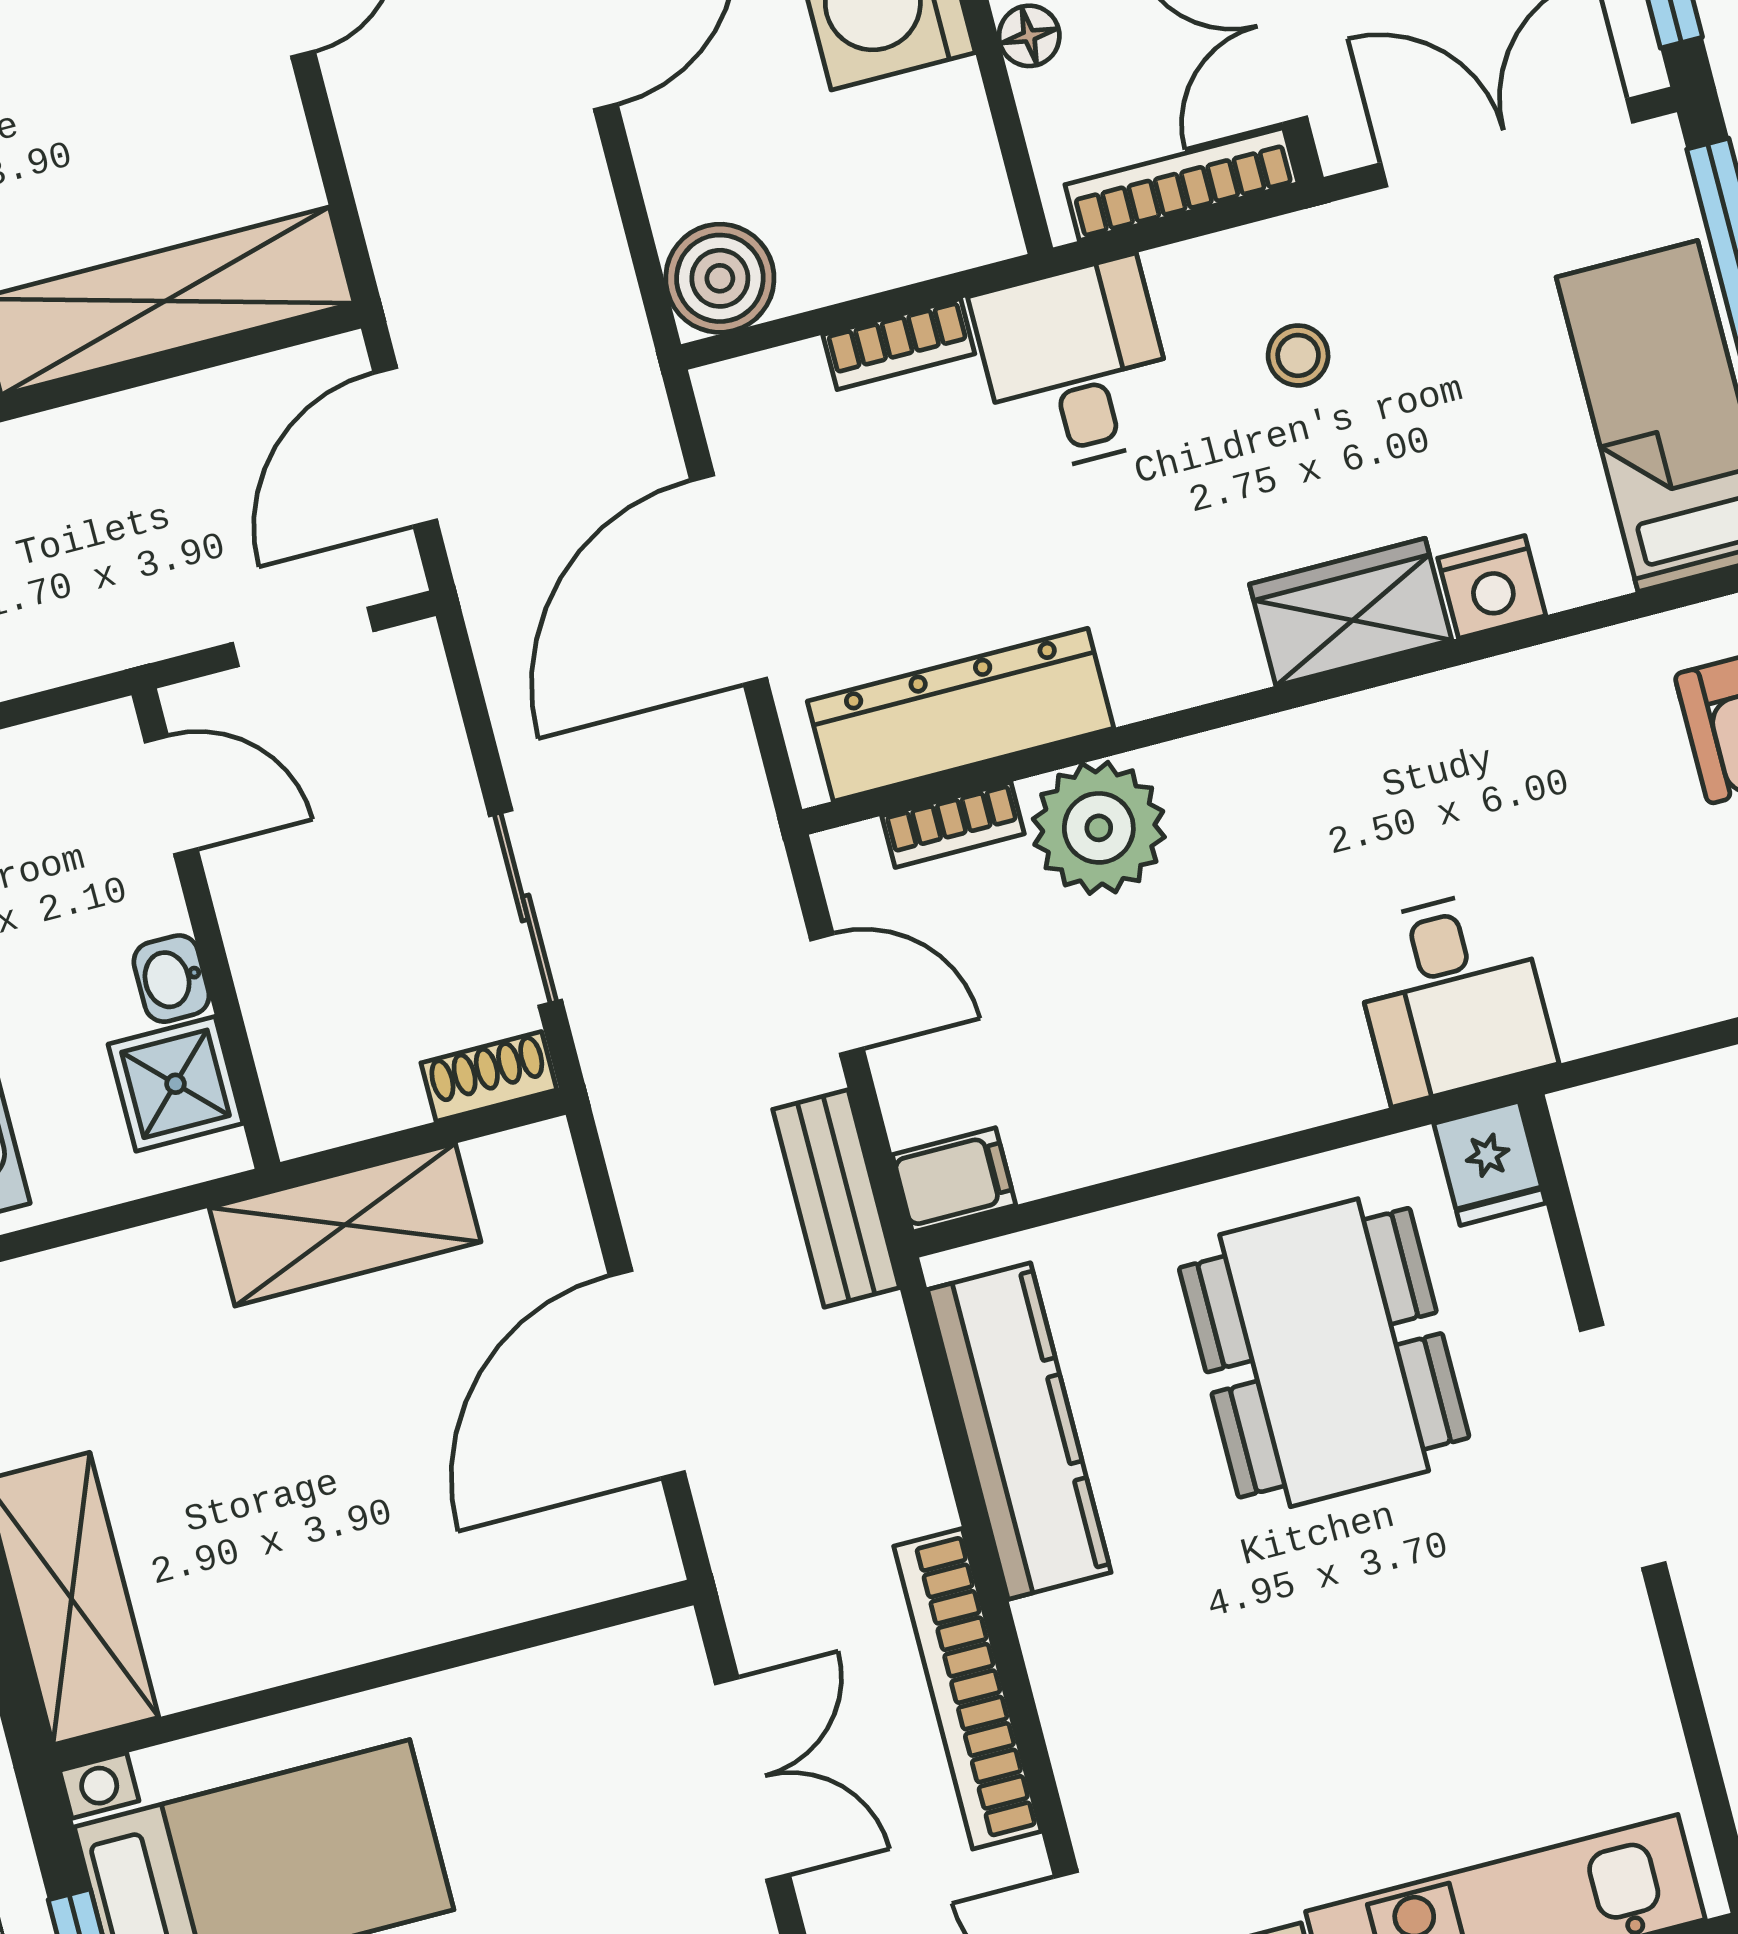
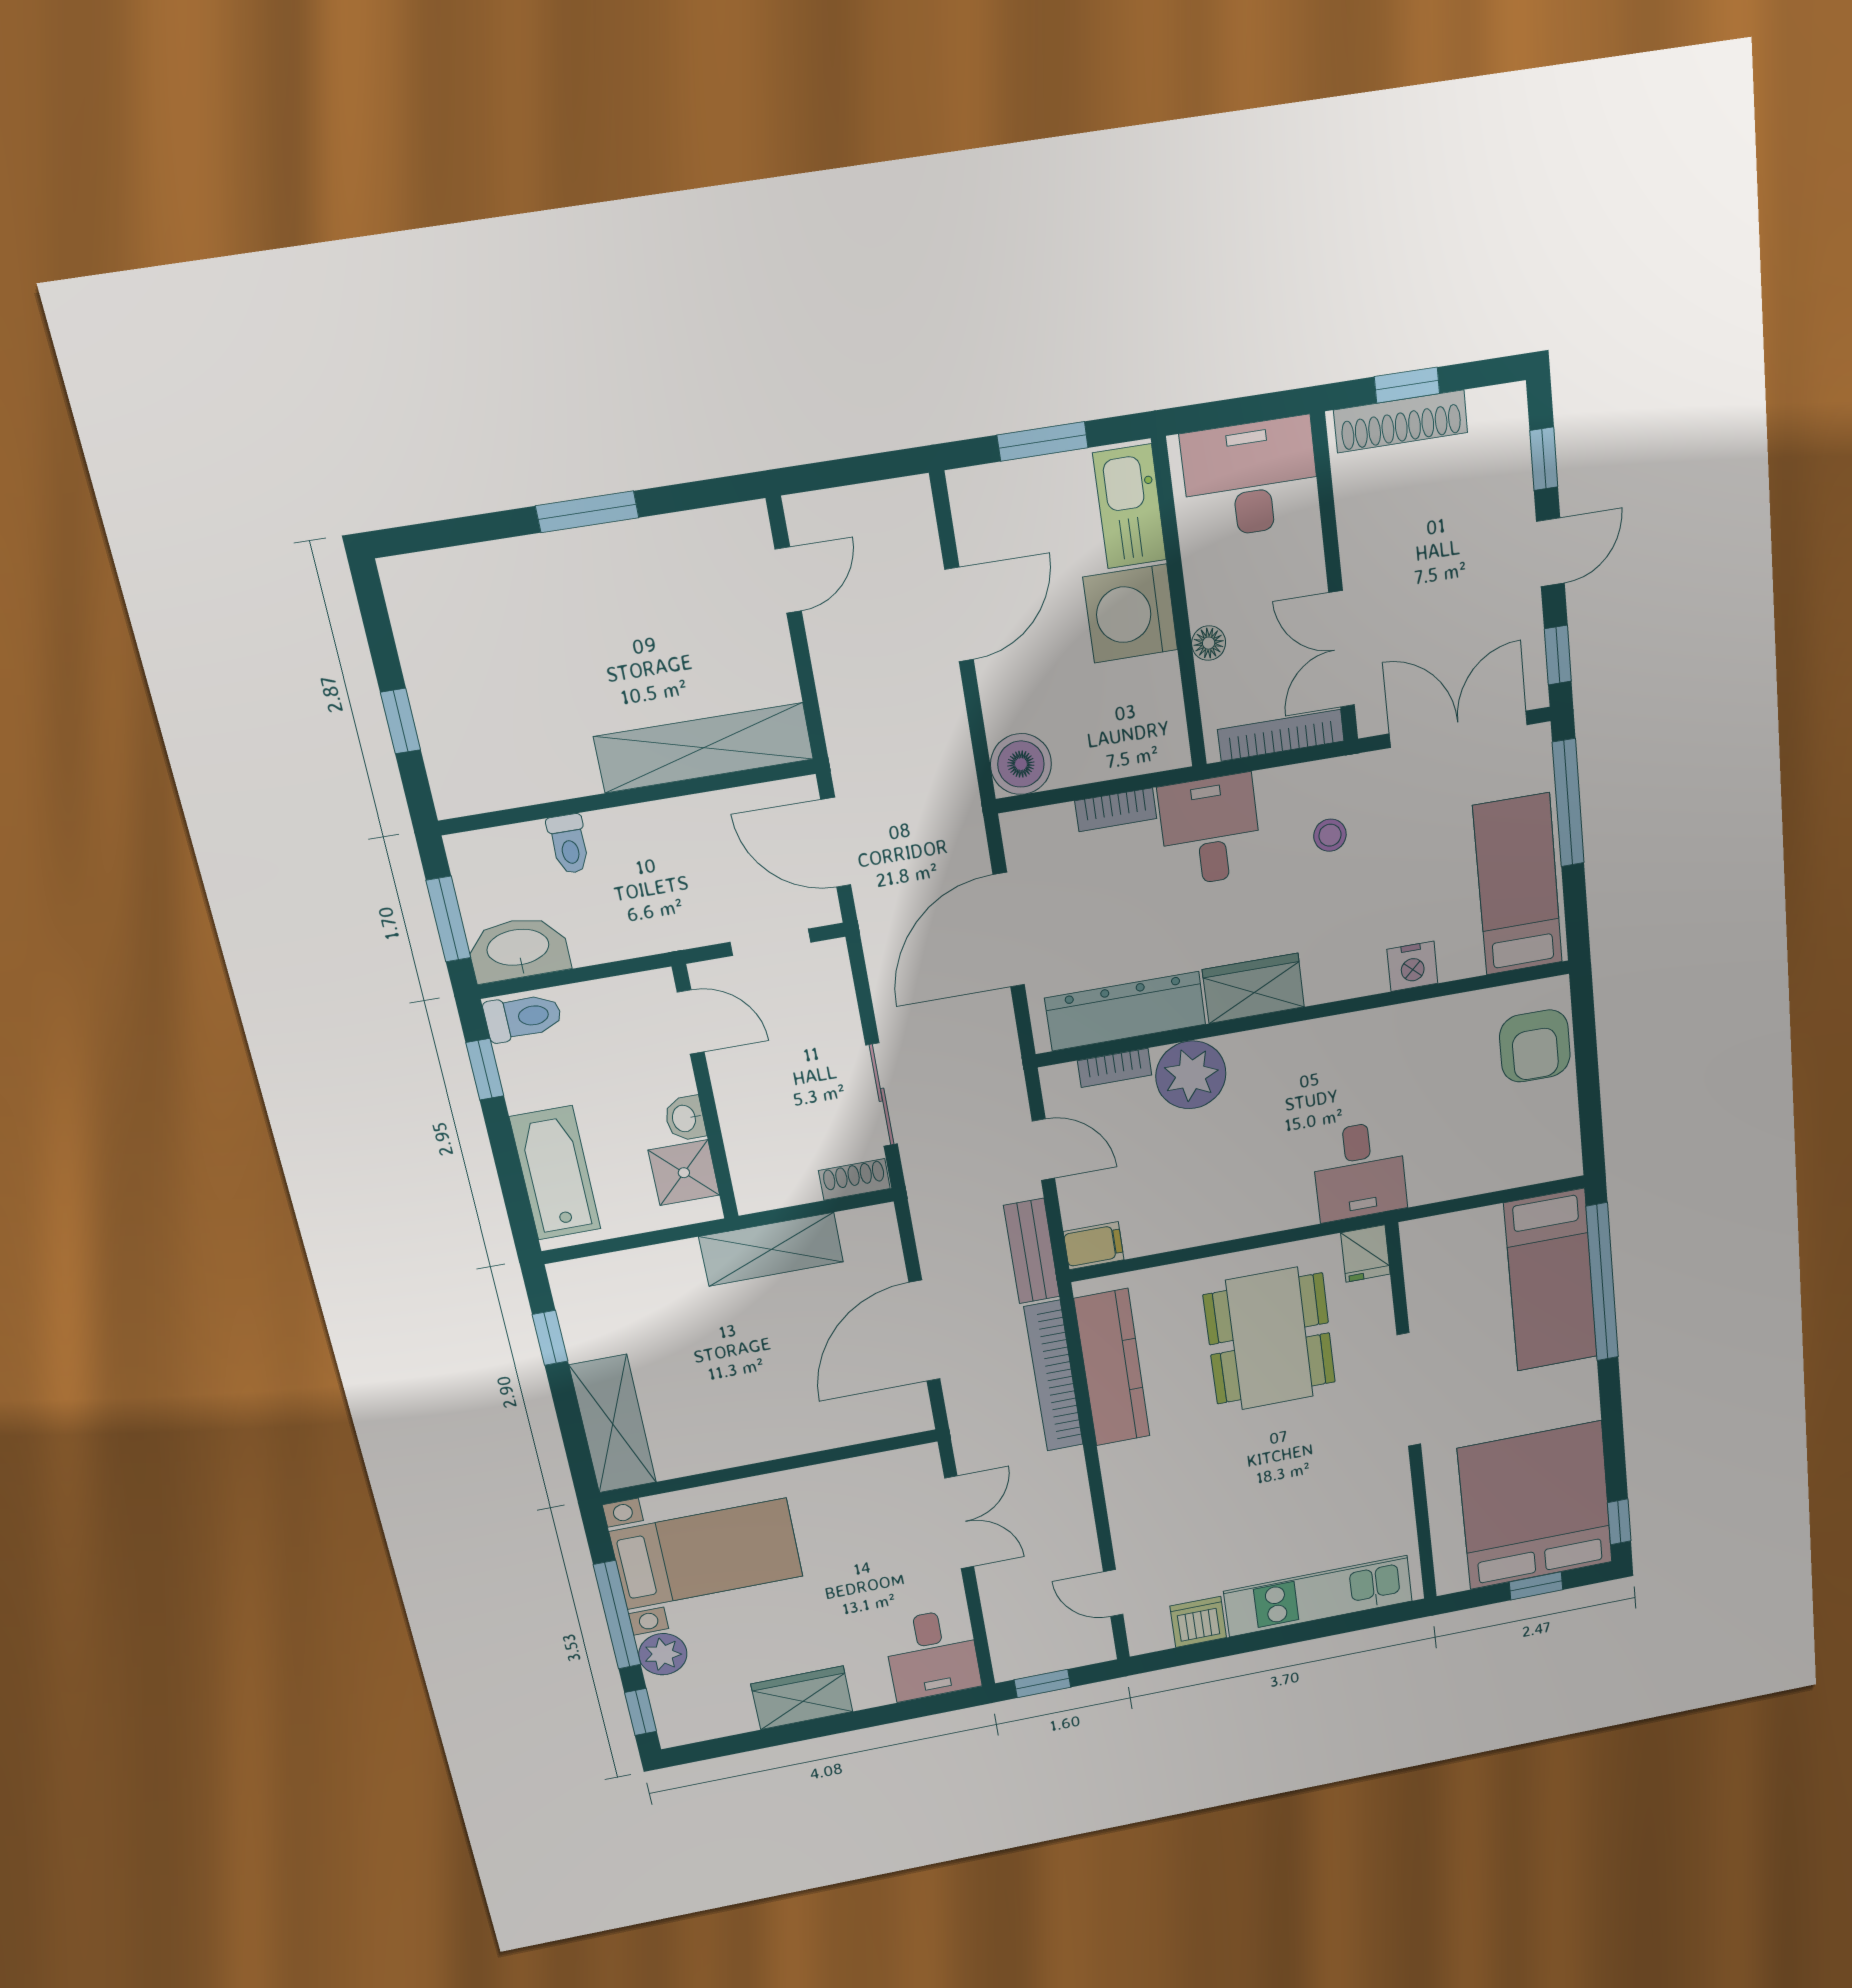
door: (405, 447) -> (836, 842), hinge flipped
wardrobe: (1351, 612) -> (1253, 988), moved
bookcase: (967, 1689) -> (1054, 1376), moved

